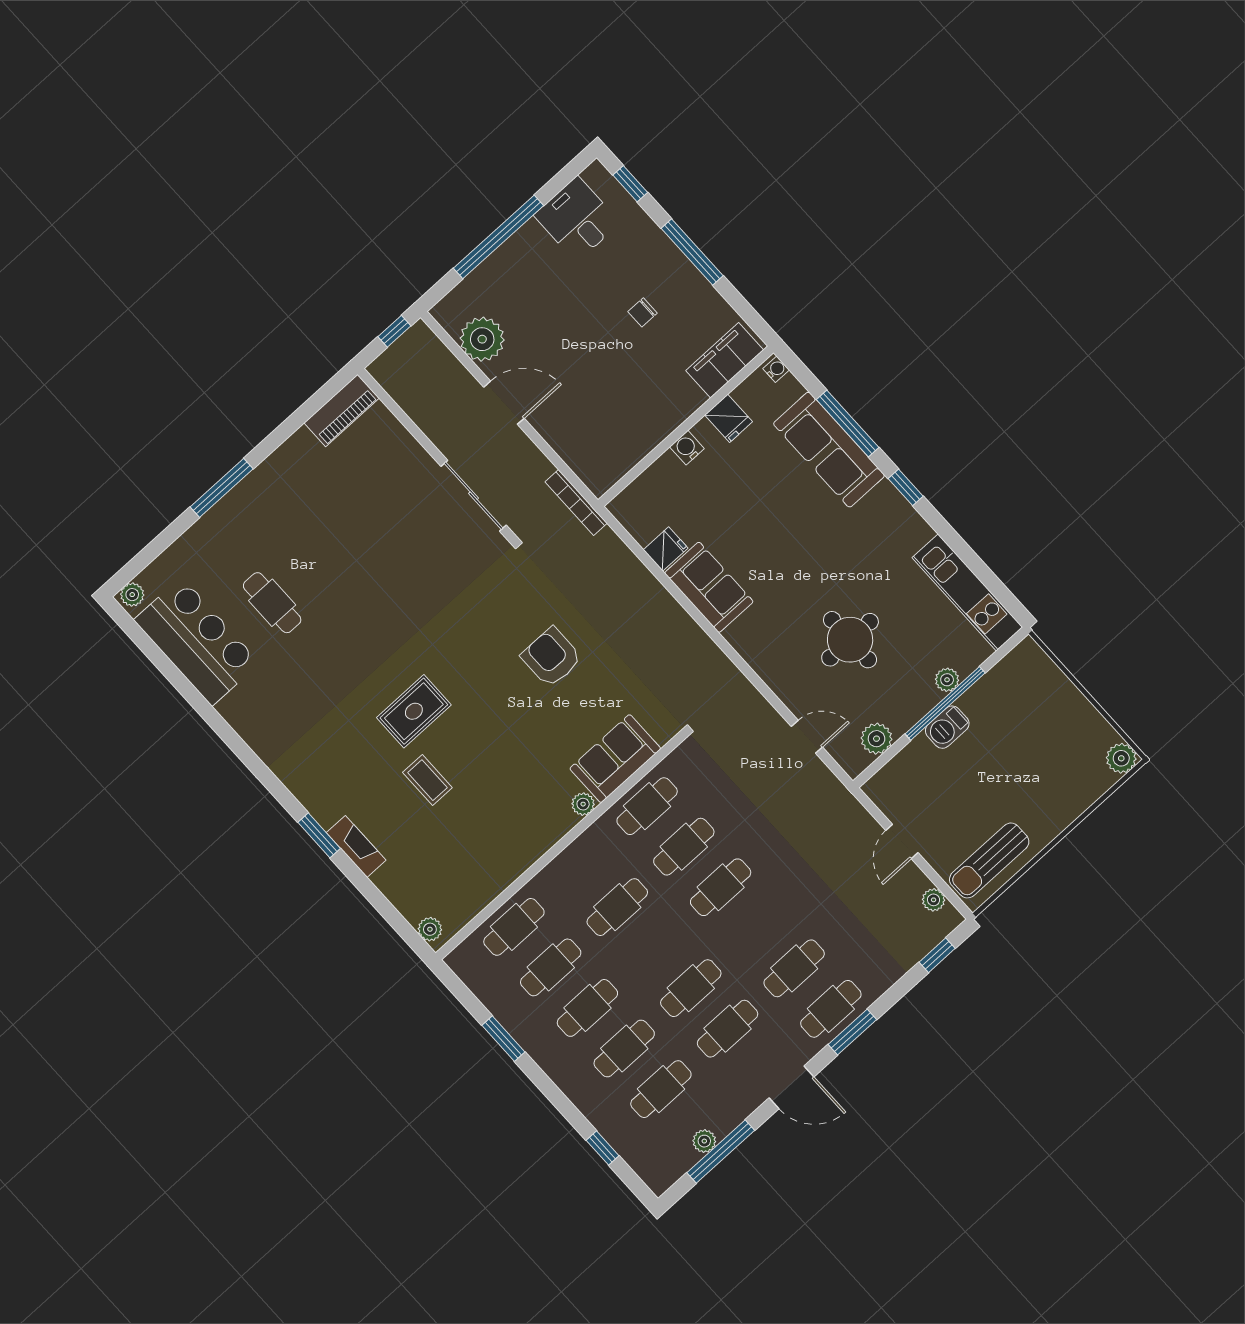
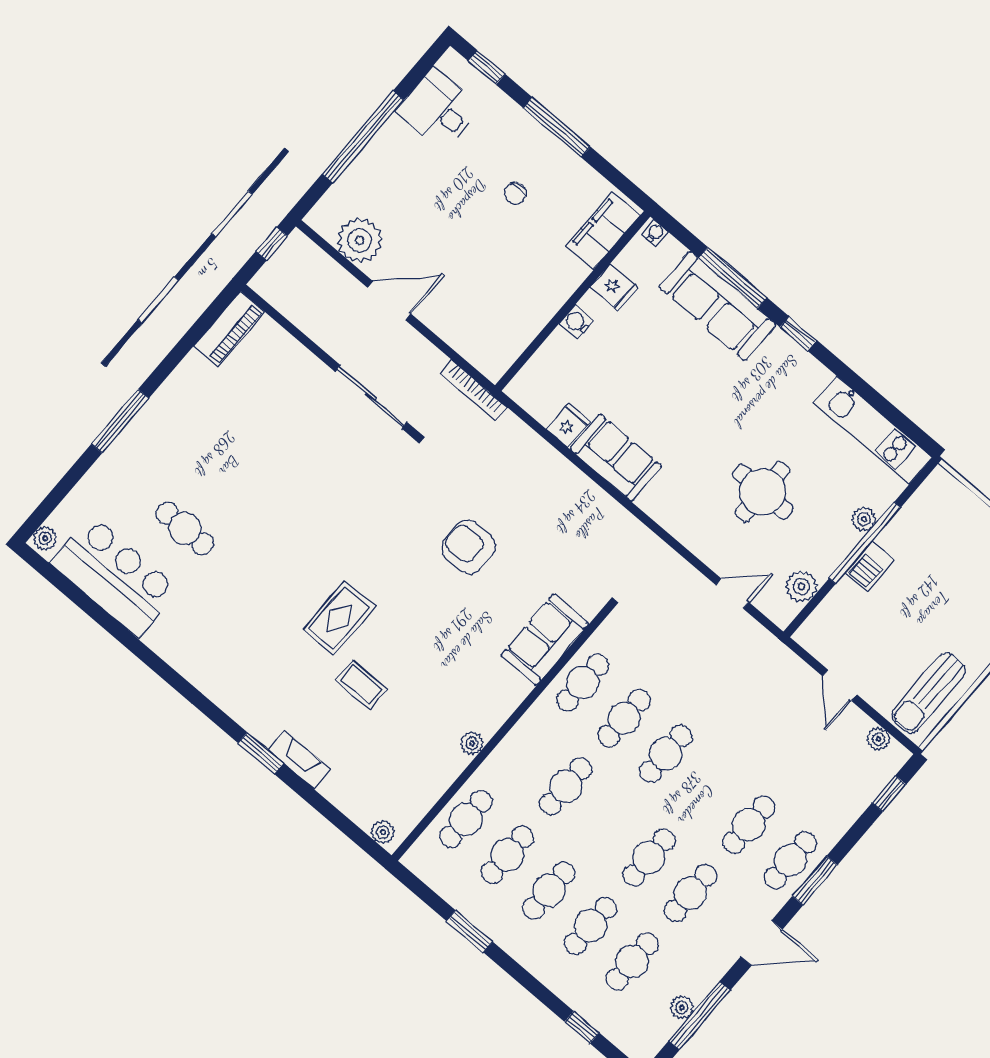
plant: (583, 804) -> (472, 743), moved

